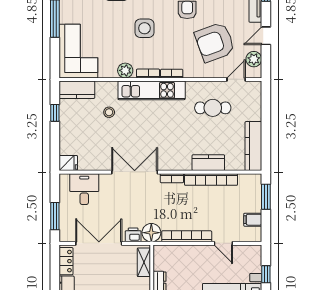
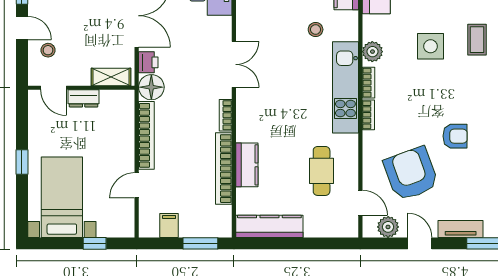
side table: (144, 28) -> (431, 46), moved
double door: (135, 172) -> (234, 64), width x0.73

